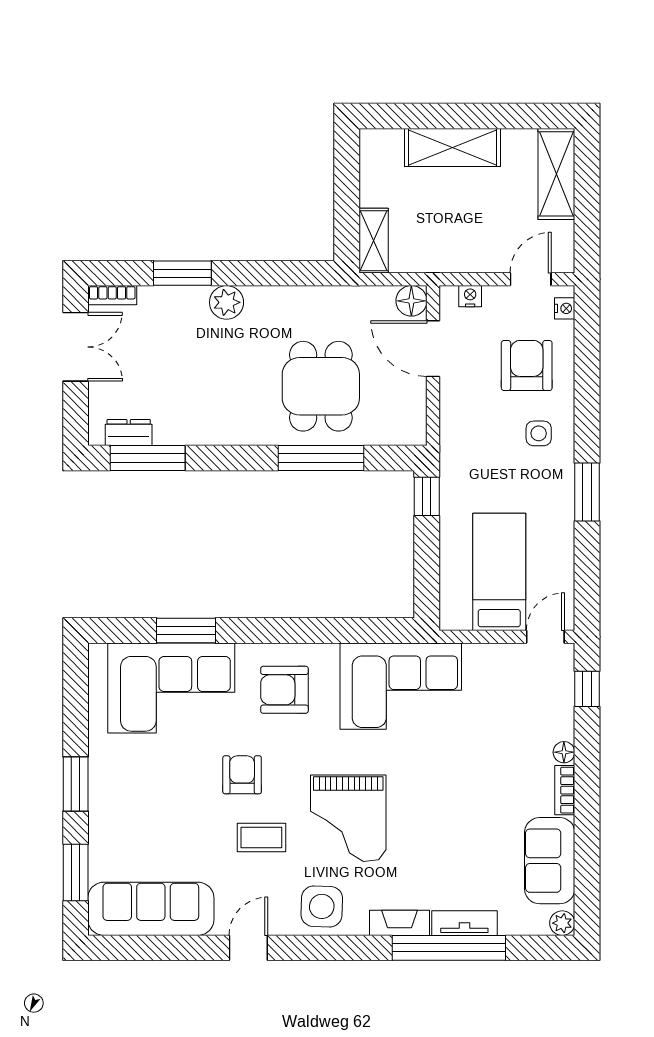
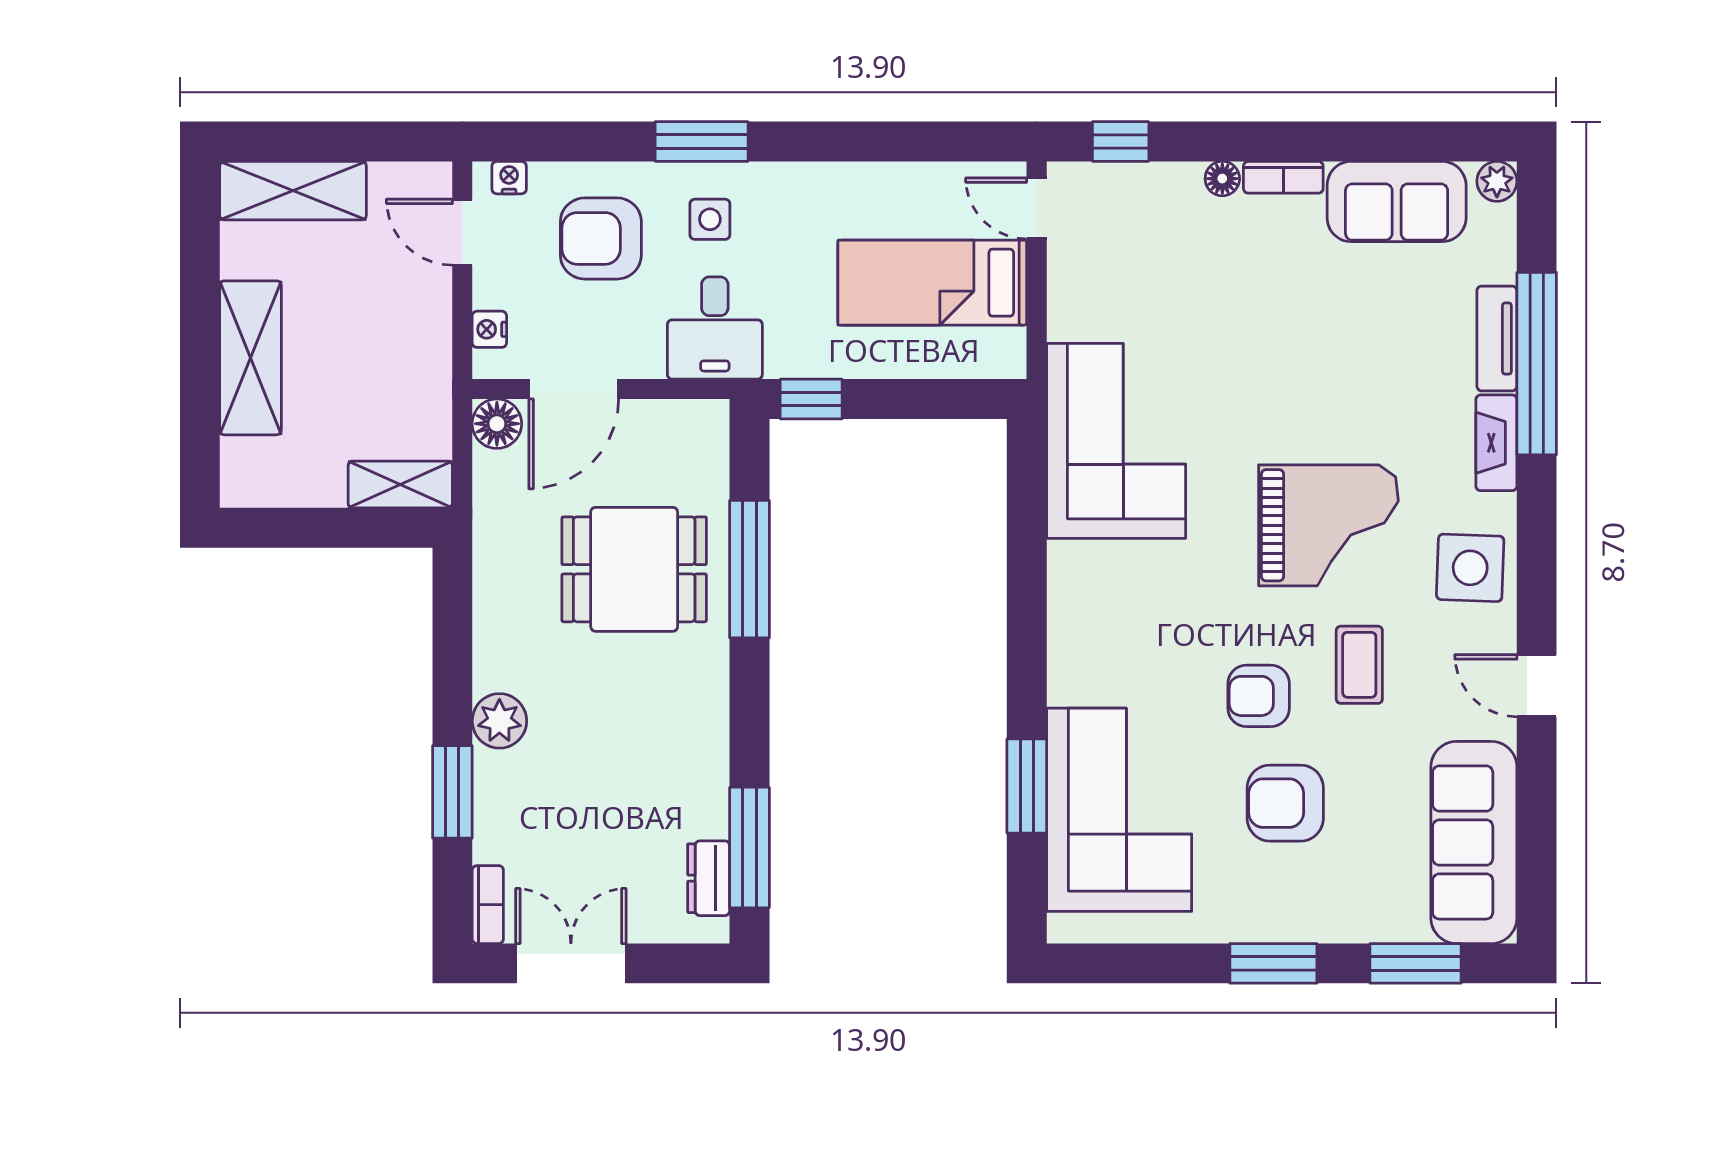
desk: (471, 436) -> (715, 328), added
window: (587, 492) -> (702, 142), moved
armchair: (284, 690) -> (1285, 803), moved, turned 90

